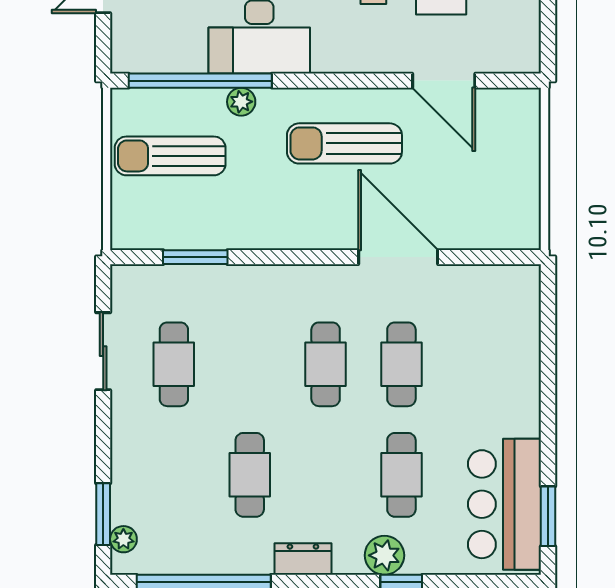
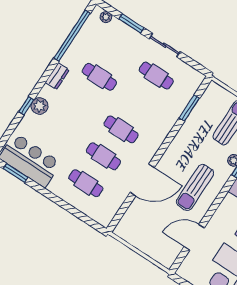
sun lounger: (344, 143) -> (195, 187), turned 180
sliding door: (103, 351) -> (165, 45), moved
cafe table: (401, 475) -> (86, 183), moved
window: (103, 514) -> (131, 23), moved

